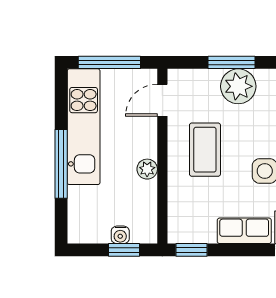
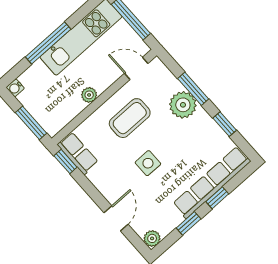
row of seats: (244, 231) -> (78, 153), moved
water cooler: (120, 235) -> (15, 88), moved
window: (124, 250) -> (31, 123), width x1.50

